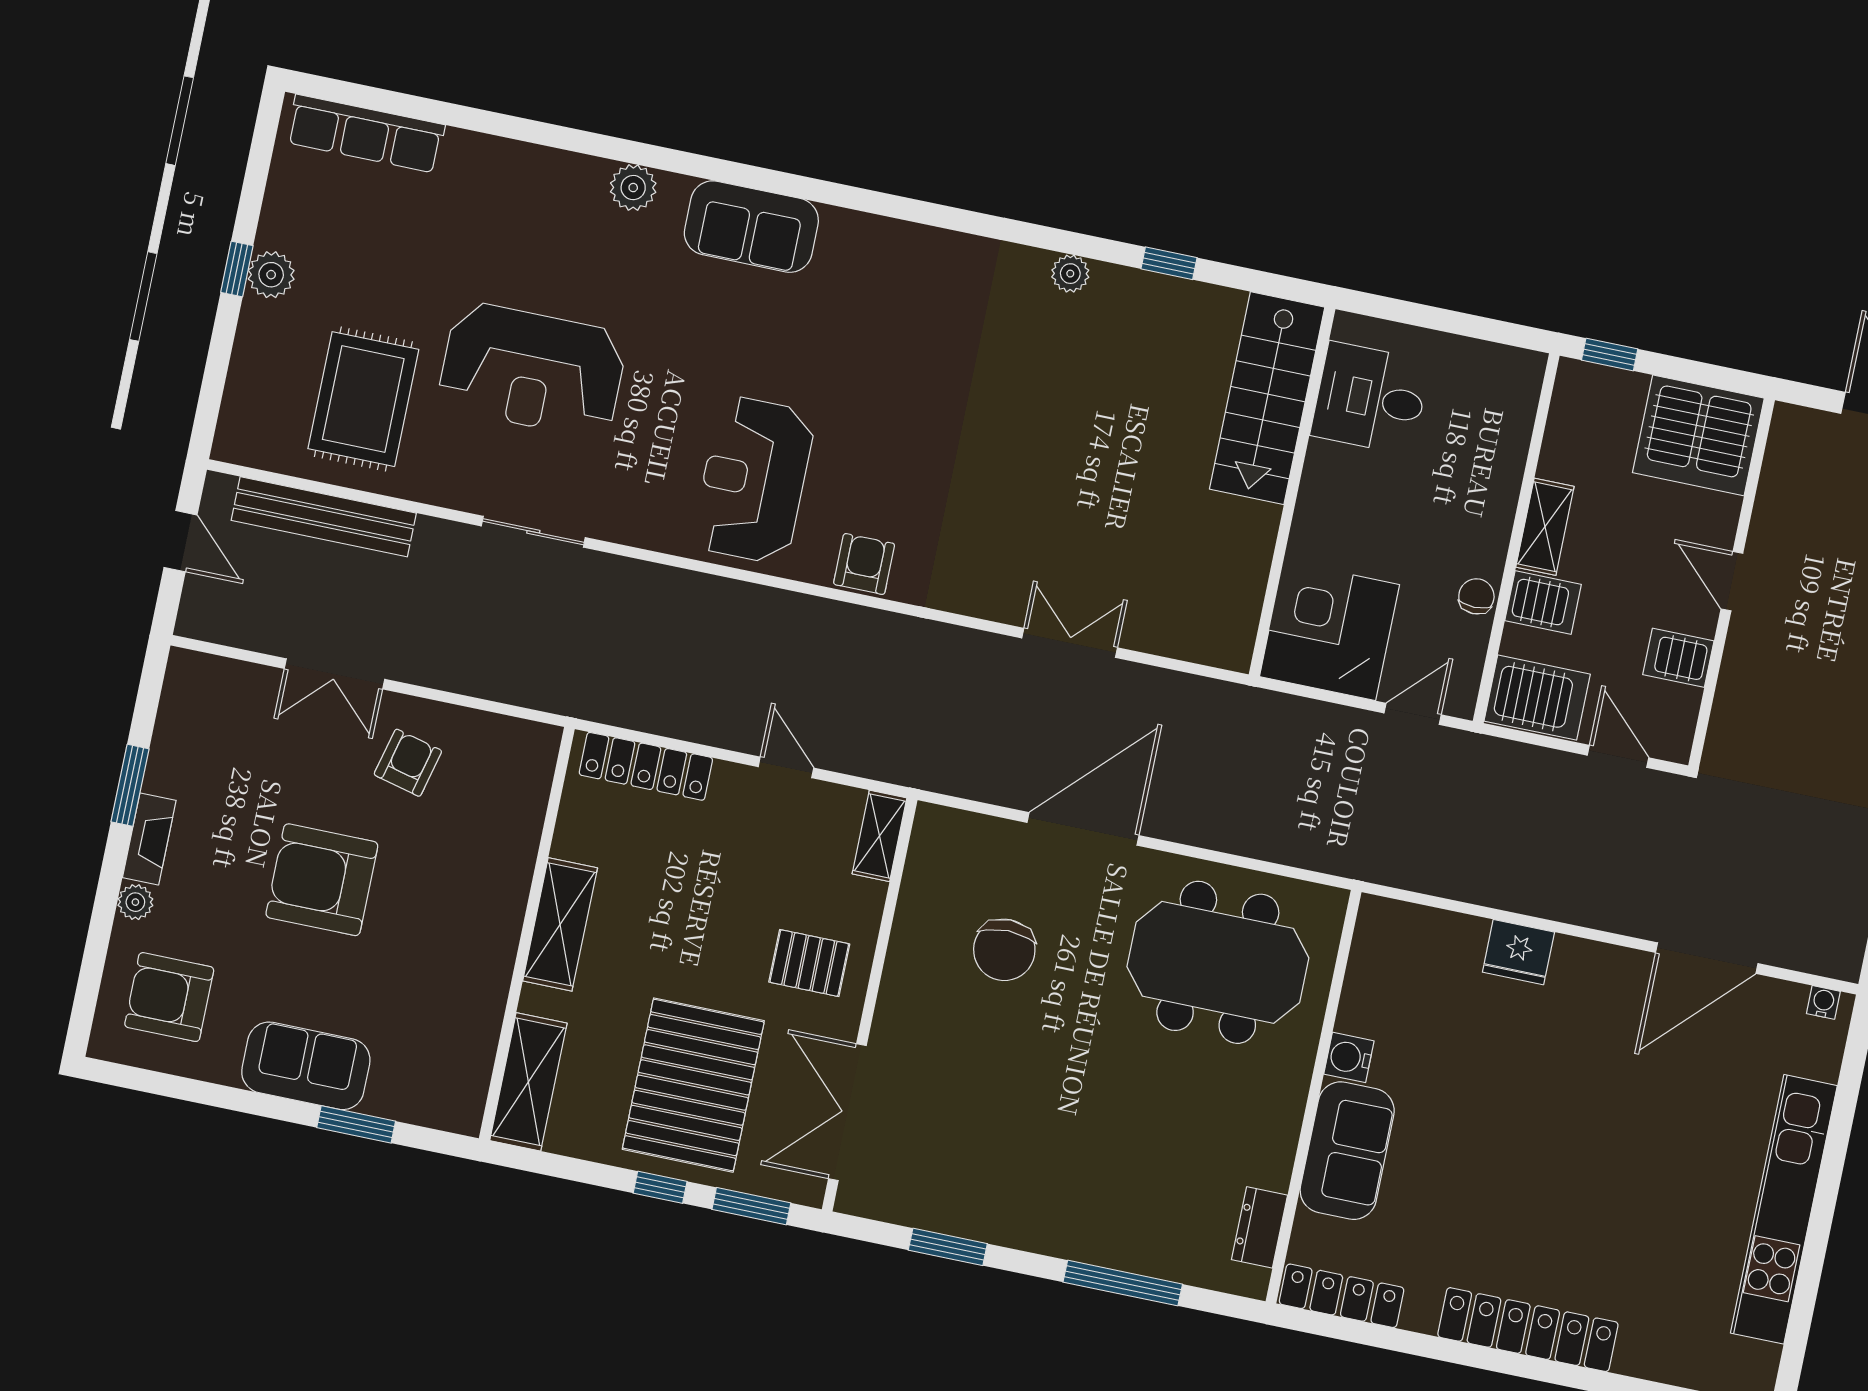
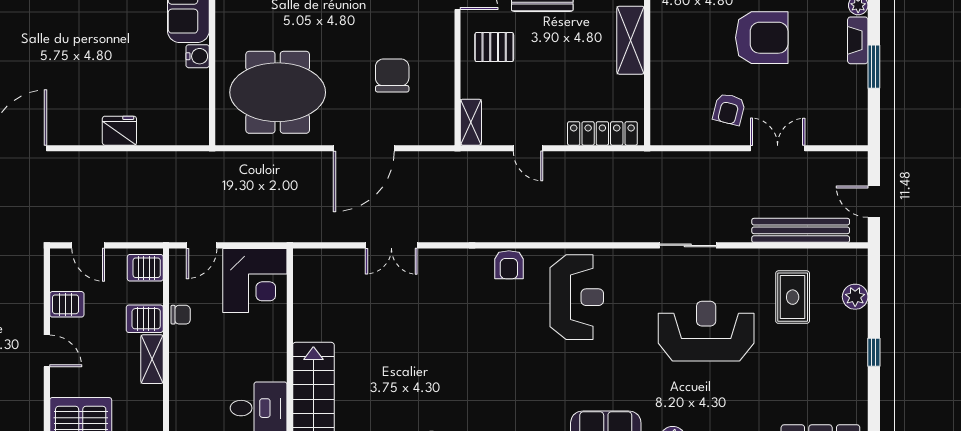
plant: (271, 275) -> (855, 297), moved
rug: (363, 399) -> (793, 297), width x0.73, depth x0.70
chair: (1476, 596) -> (181, 315), turned -90
server rack: (1537, 698) -> (145, 268), width x0.73, depth x0.70

